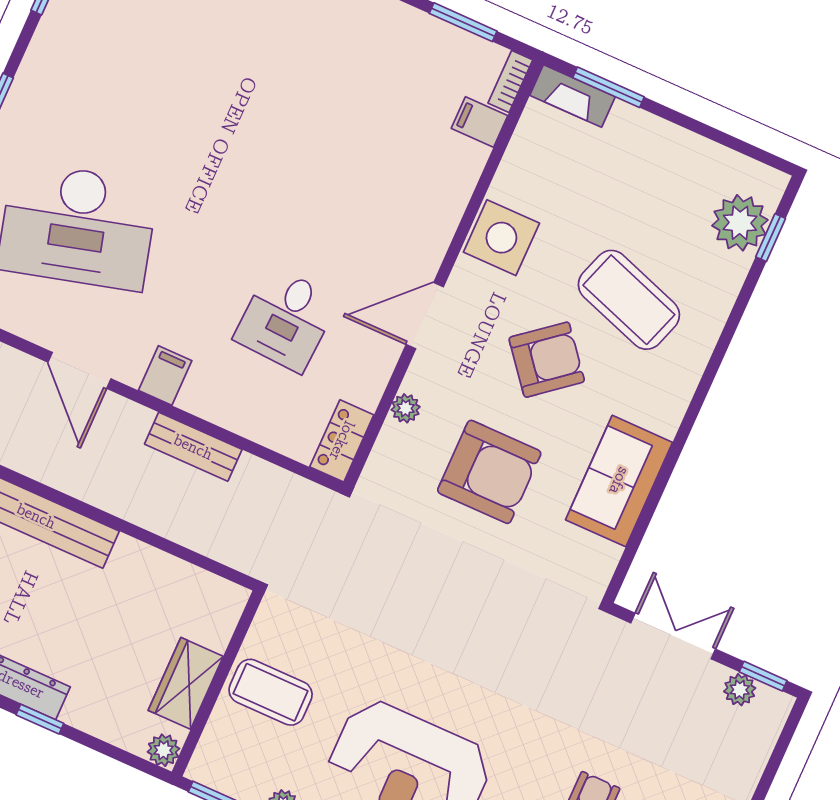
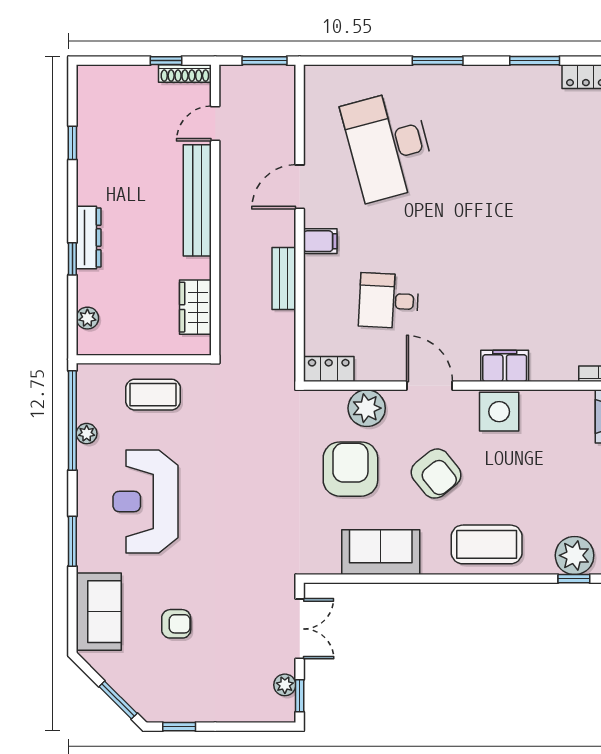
filing cabinet: (479, 122) -> (505, 366), moved, width x2.00
coffee table: (629, 300) -> (487, 544), moved, turned 71
plant: (406, 408) -> (367, 408), width x1.88, depth x1.88
armchair: (489, 472) -> (350, 469), turned 180
wardrobe: (186, 683) -> (195, 307), moved, turned -90
coffee table: (271, 692) -> (153, 395), turned 90
plant: (164, 750) -> (87, 318), moved

